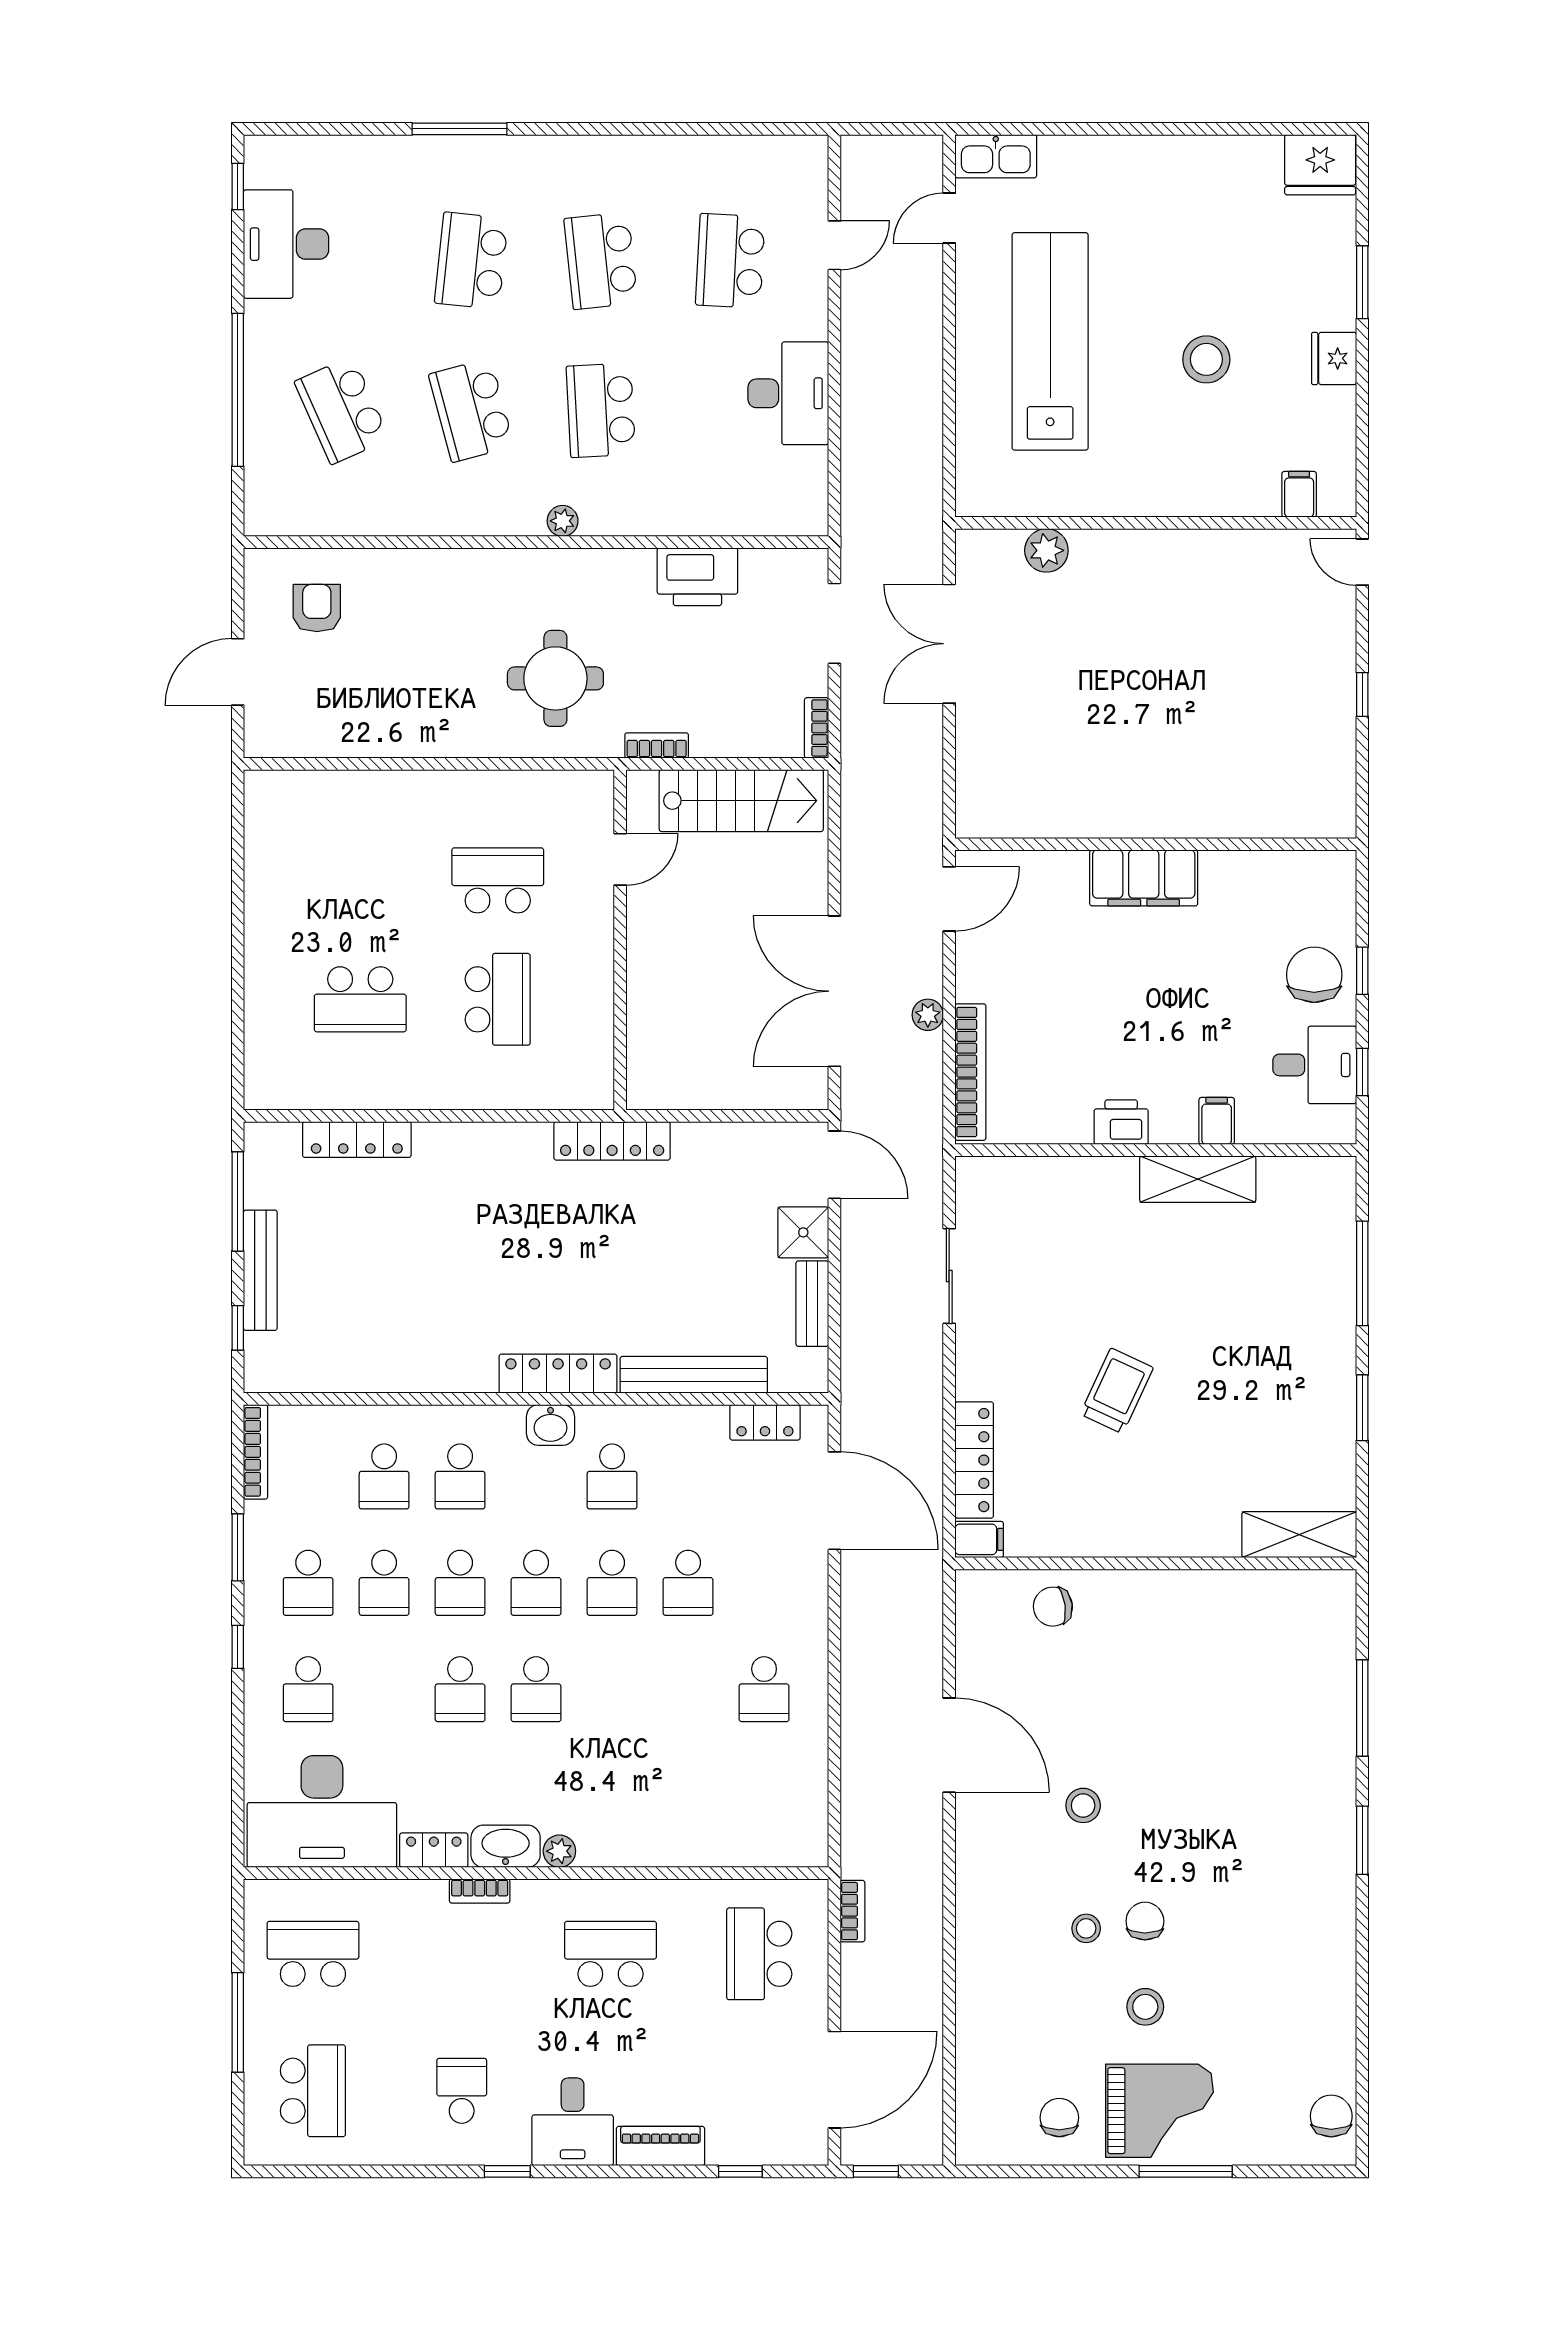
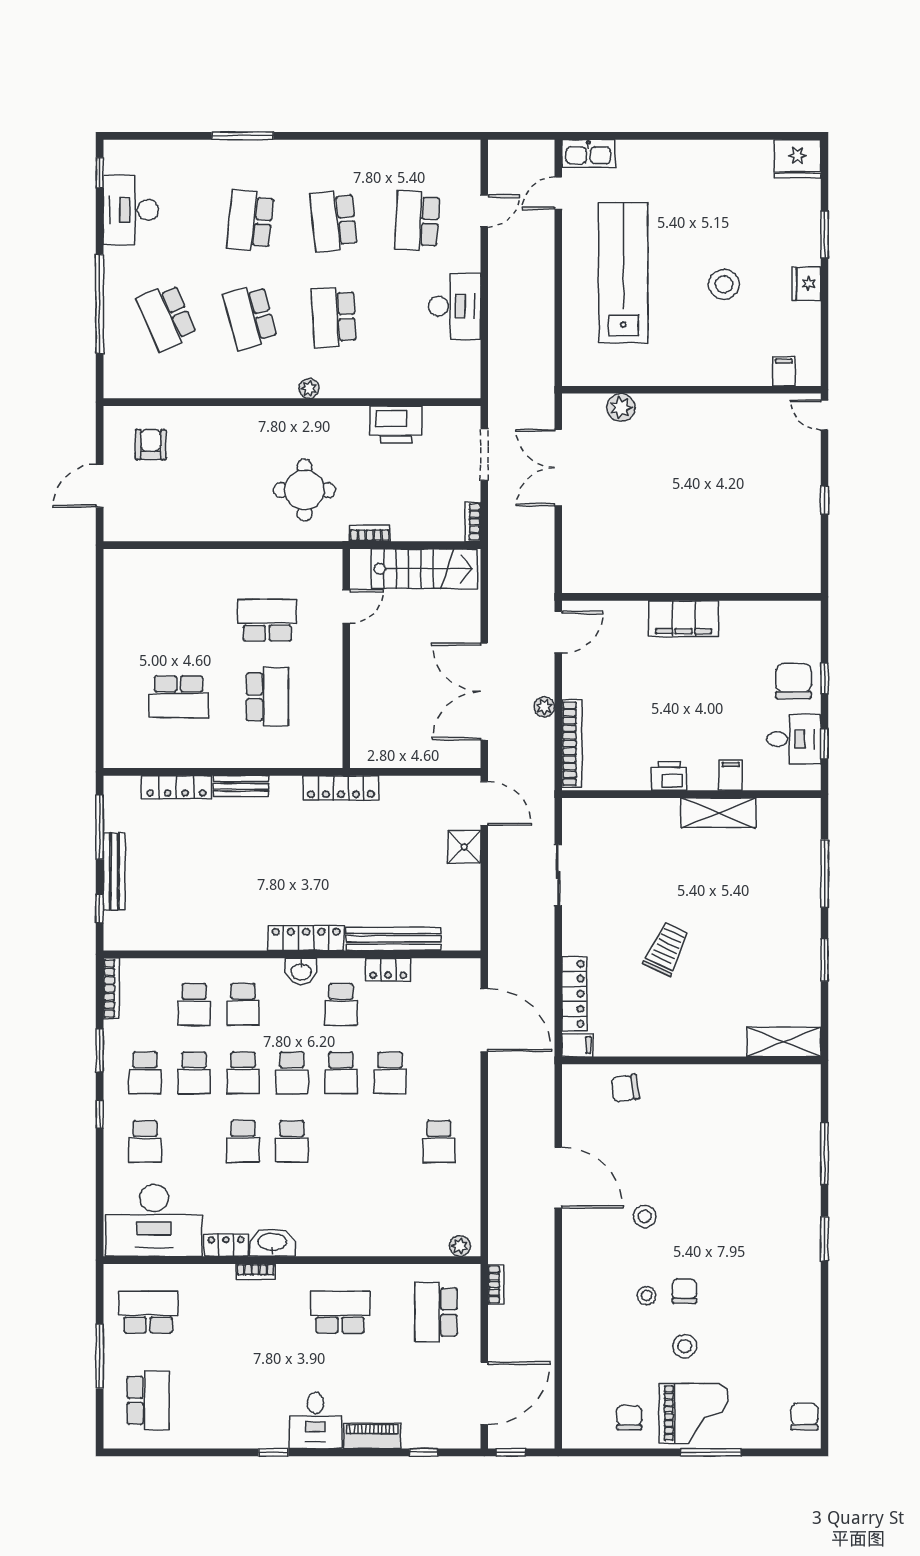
bench: (812, 1304) -> (241, 786), moved, turned 90
locker: (765, 1422) -> (388, 969), moved
plant: (559, 1851) -> (460, 1246), moved
school desk: (462, 2091) -> (244, 1400), removed

